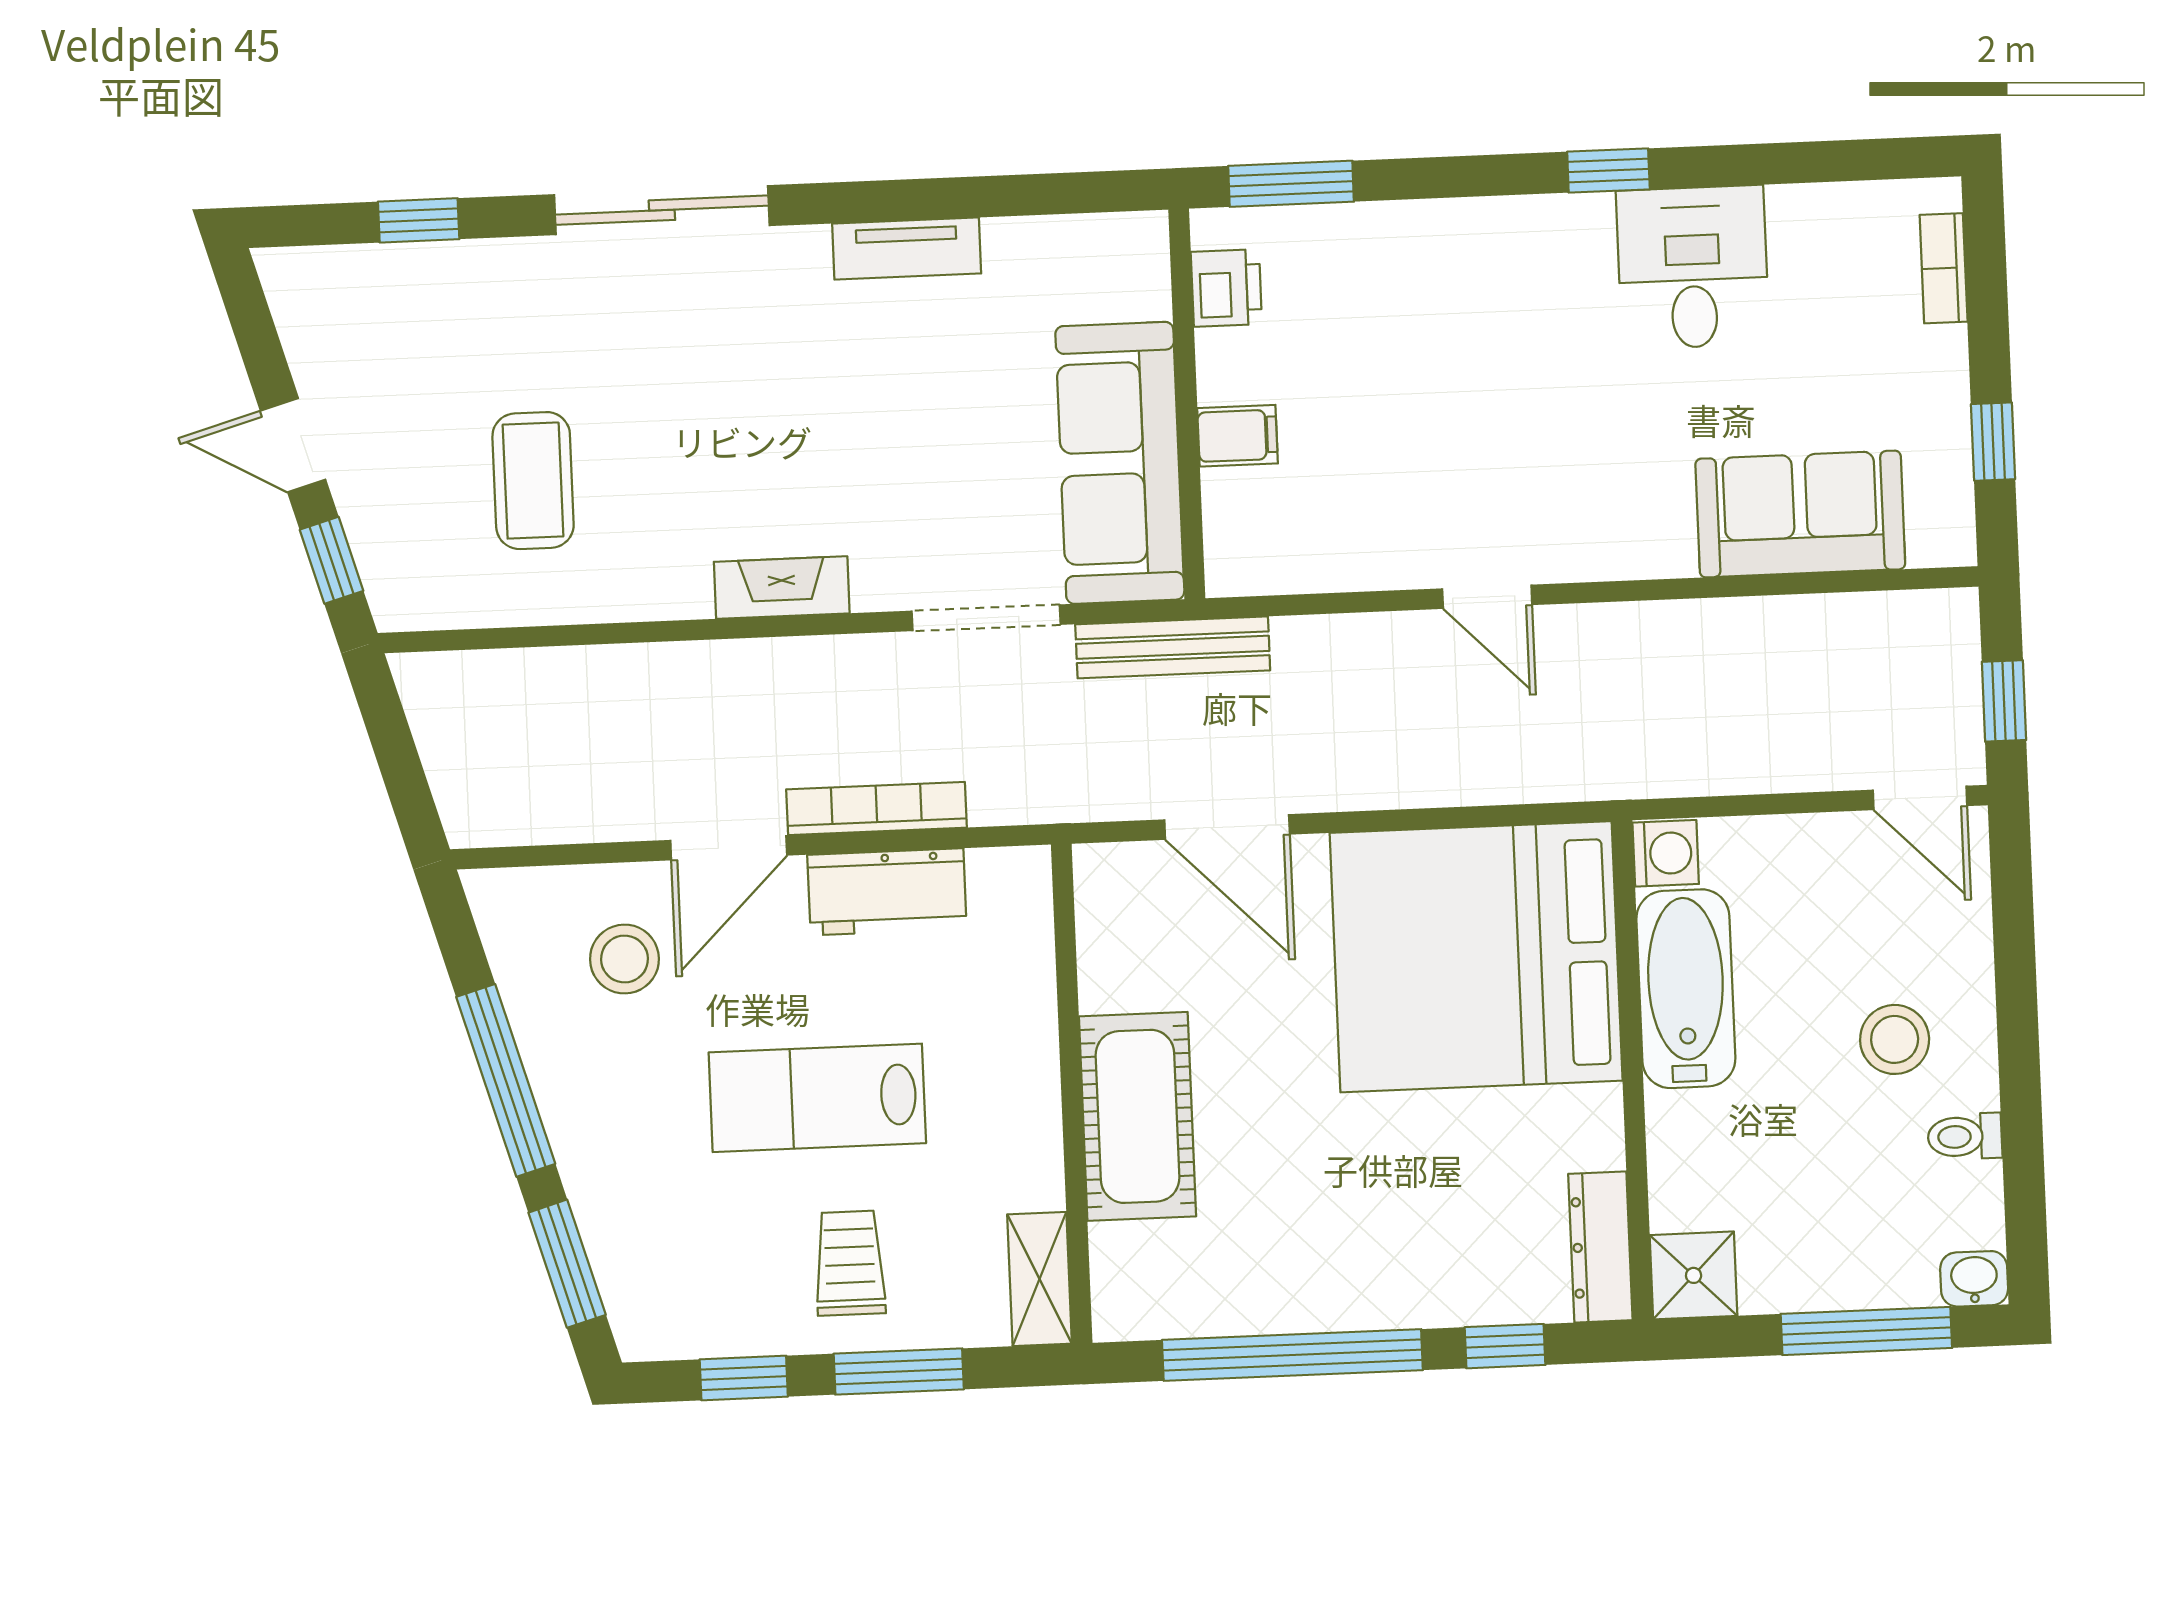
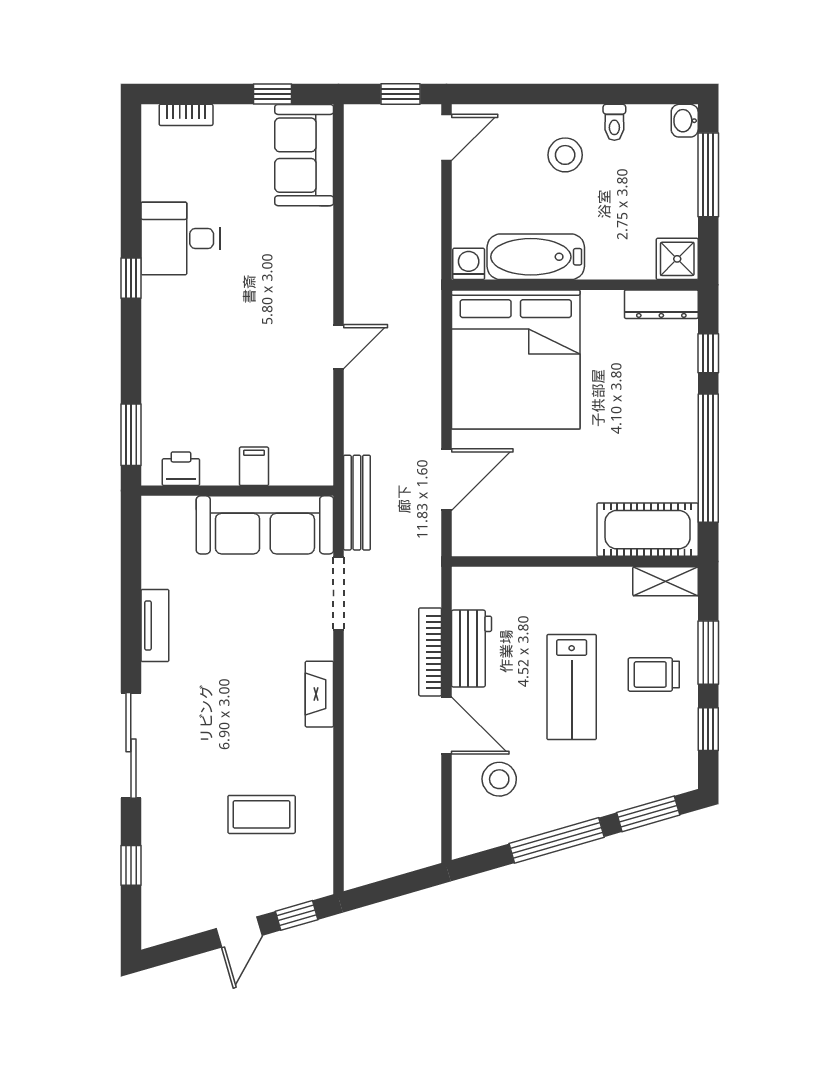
sofa: (1800, 514) -> (304, 155), moved
cot: (1137, 1116) -> (648, 530), moved

